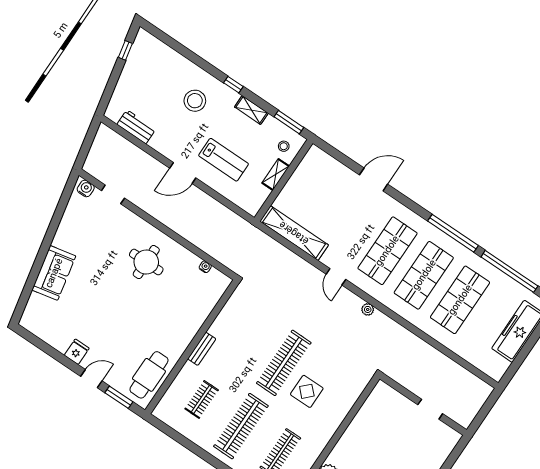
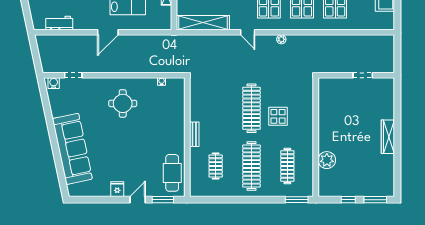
sofa: (54, 273) -> (72, 149), width x1.85, depth x1.27

